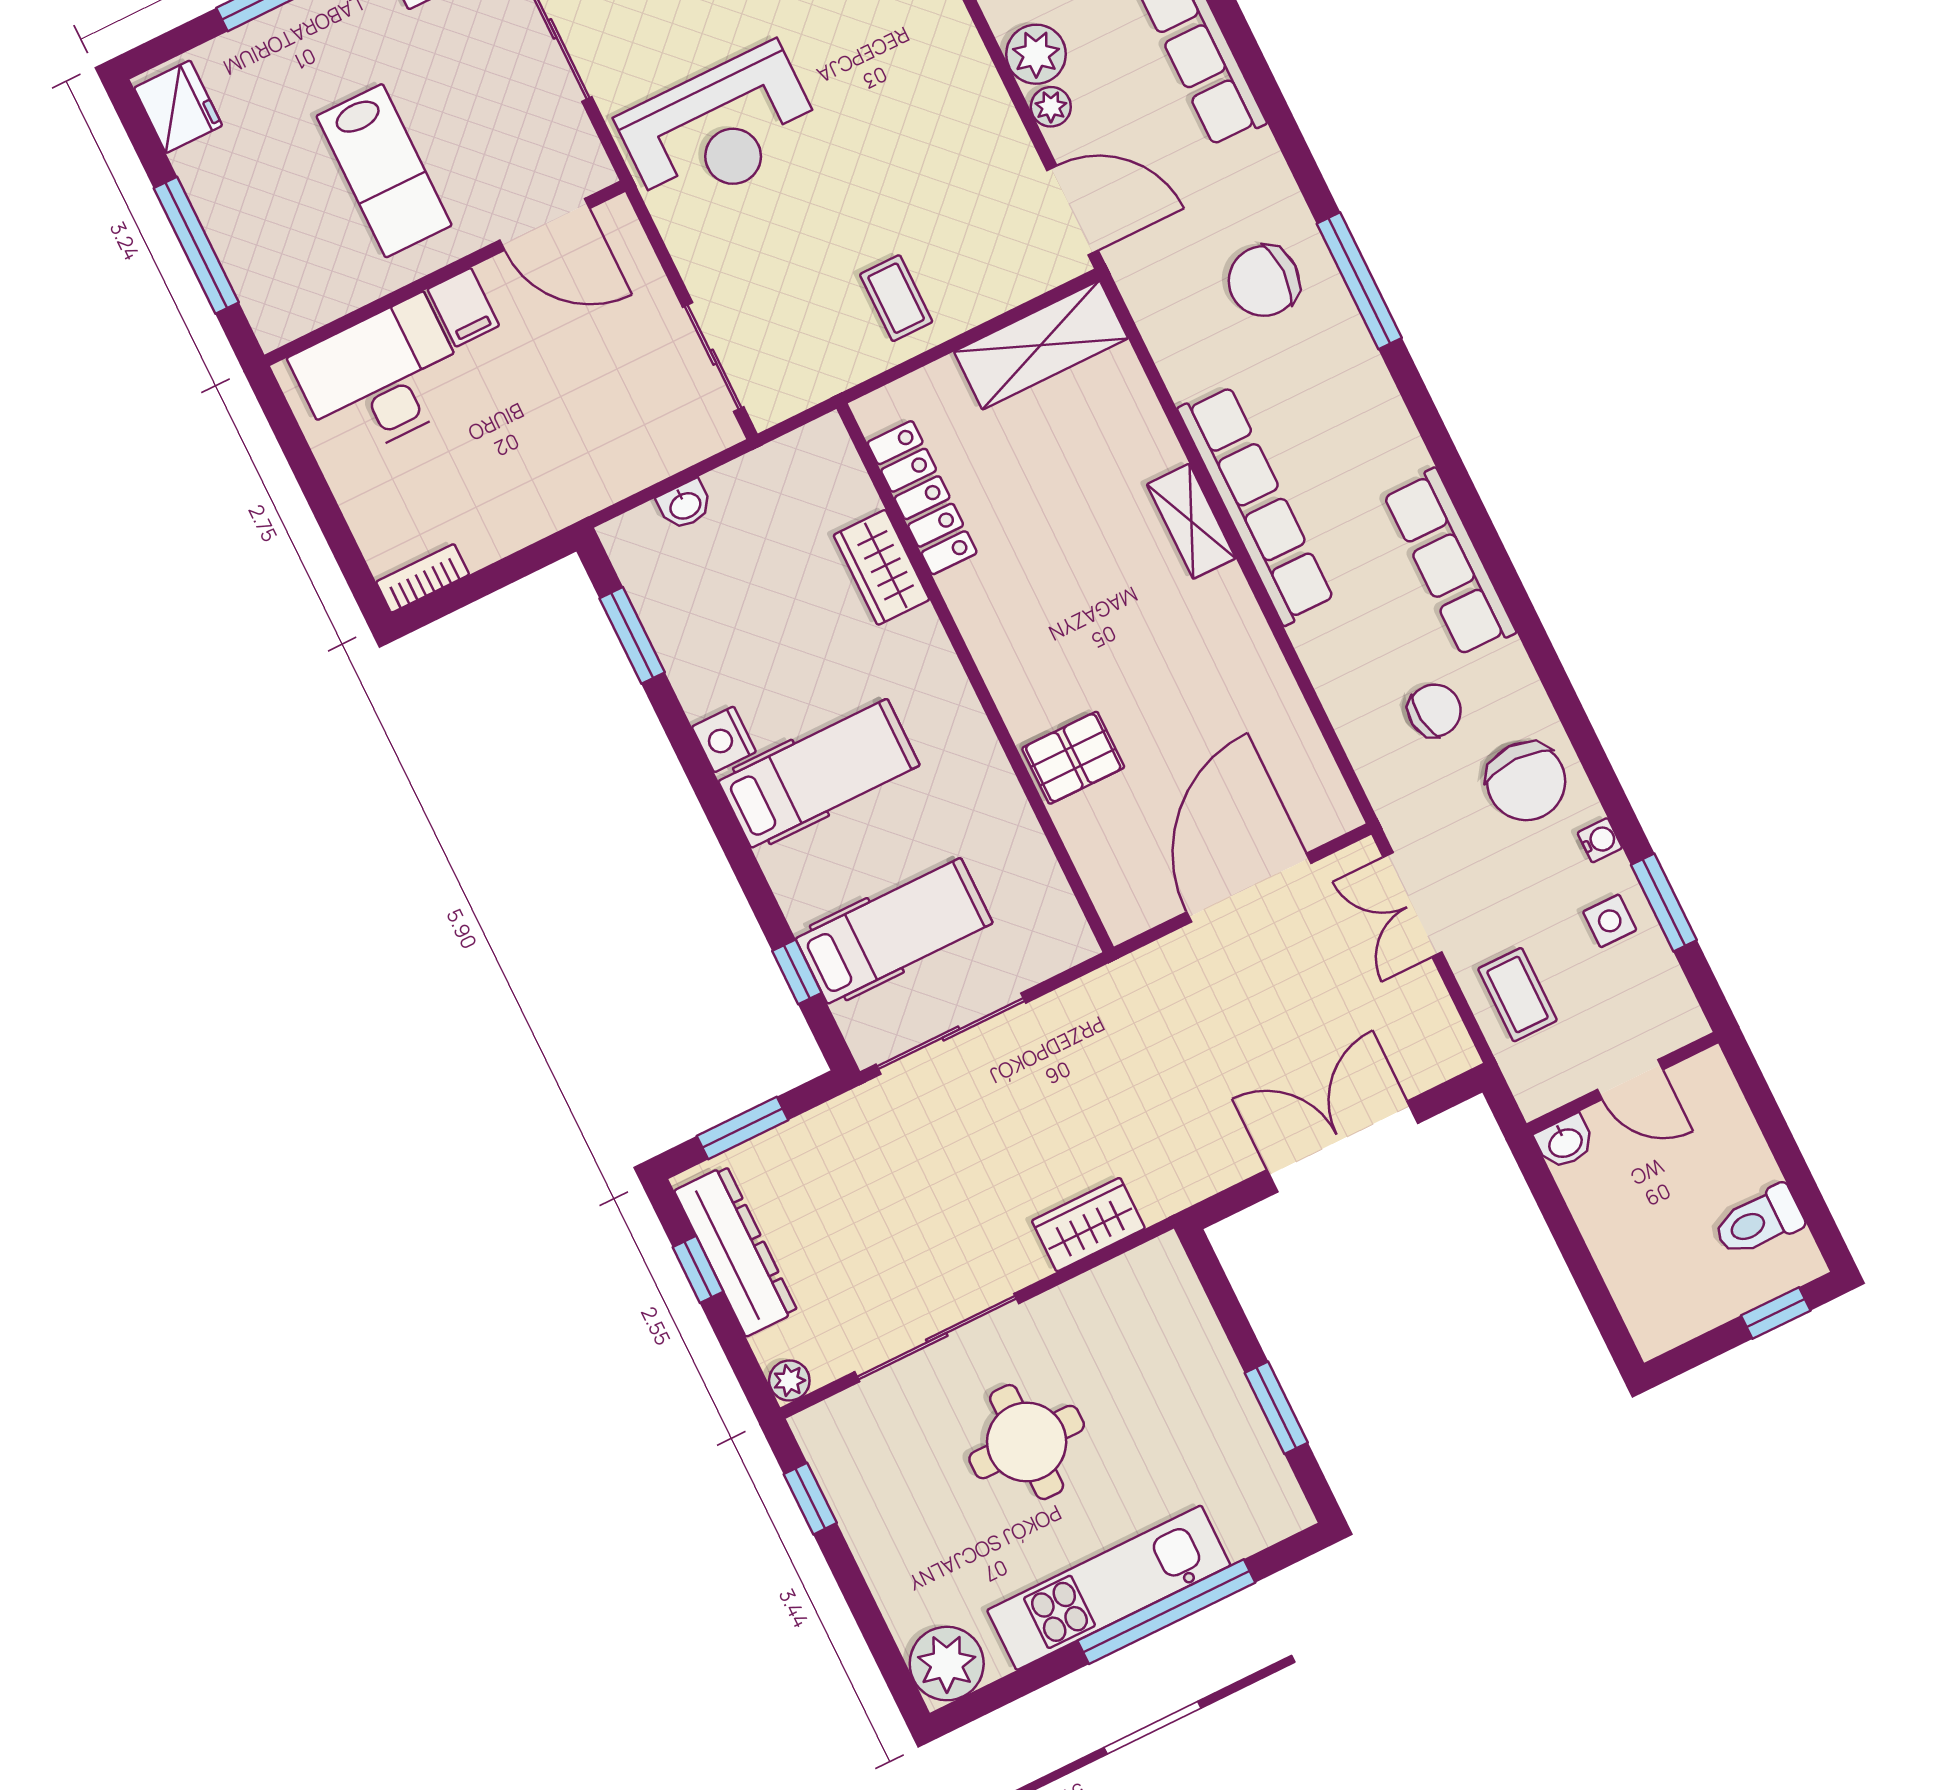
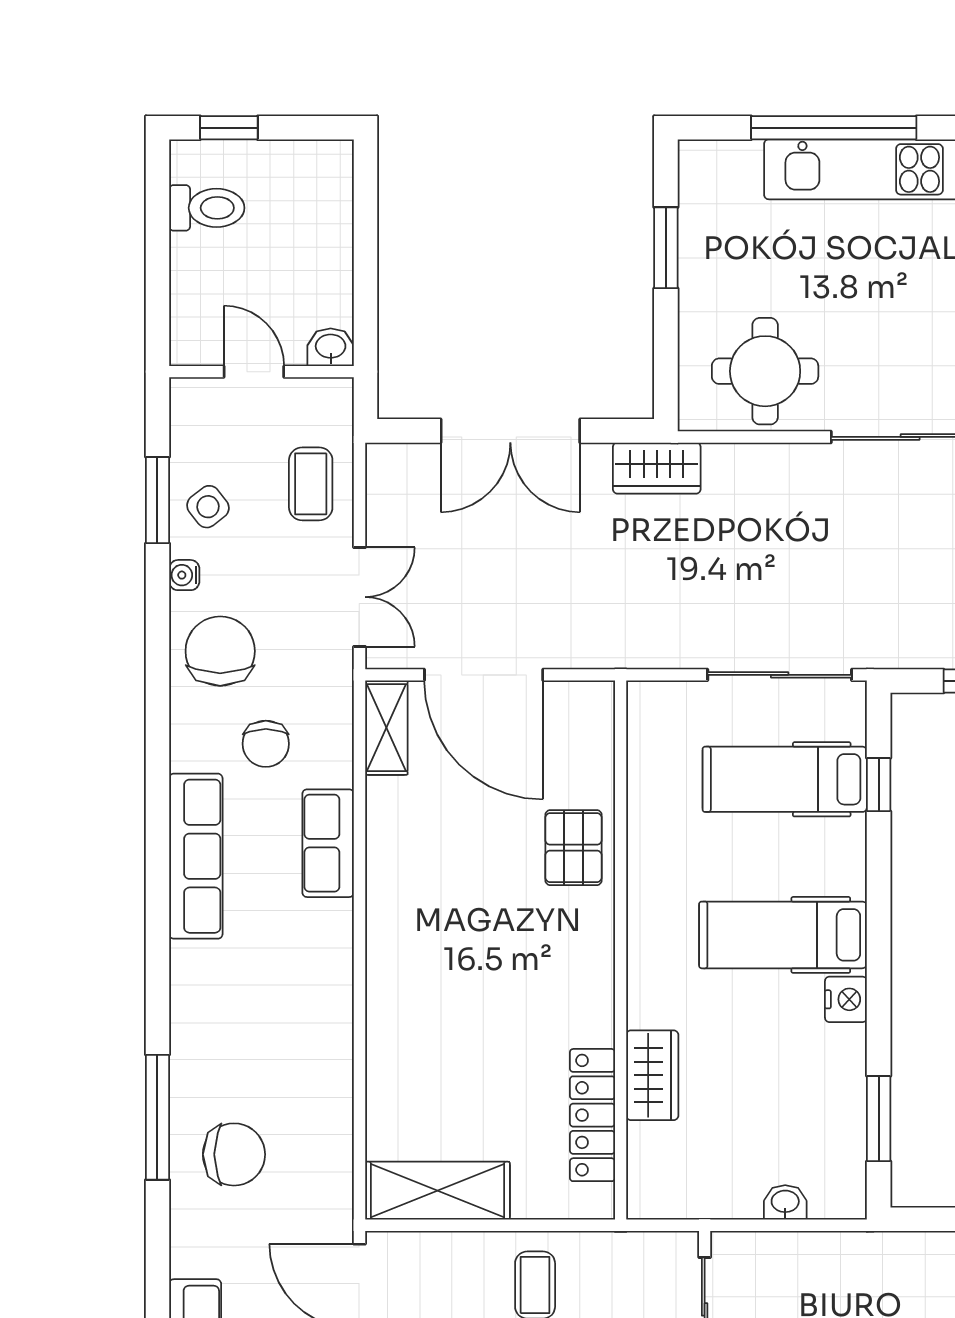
row of seats: (1256, 505) -> (328, 843), moved, width x0.50
shelving: (1191, 521) -> (386, 728), moved
chair: (1434, 711) -> (266, 744), turned -83
pallet: (1073, 758) -> (573, 848), turned 90
door: (1249, 888) -> (484, 675), hinge flipped
side table: (1610, 921) -> (208, 507), turned -38
wardrobe: (1088, 1225) -> (657, 468), moved
round table: (1027, 1442) -> (765, 371), moved

